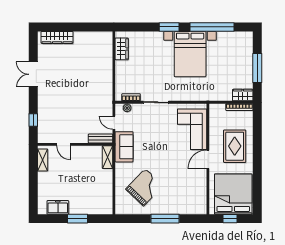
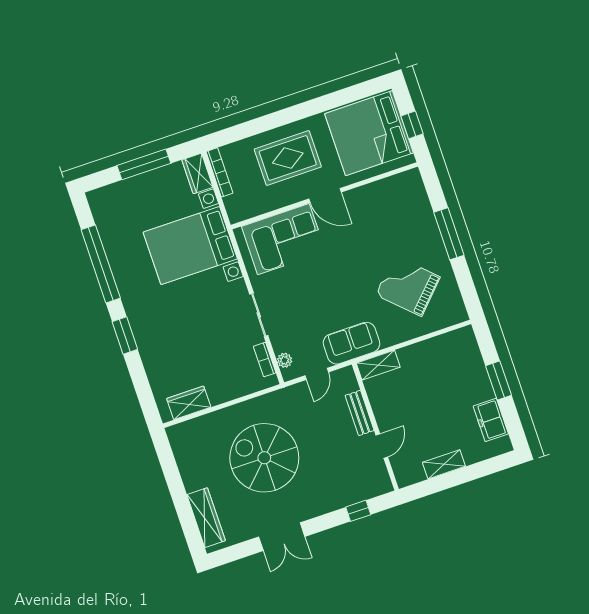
bed with nightstands: (190, 54) -> (190, 246), moved, turned 180
spiral stairs: (79, 79) -> (264, 458), added
bench: (101, 138) -> (360, 413), moved
shelving: (43, 160) -> (444, 464), moved

